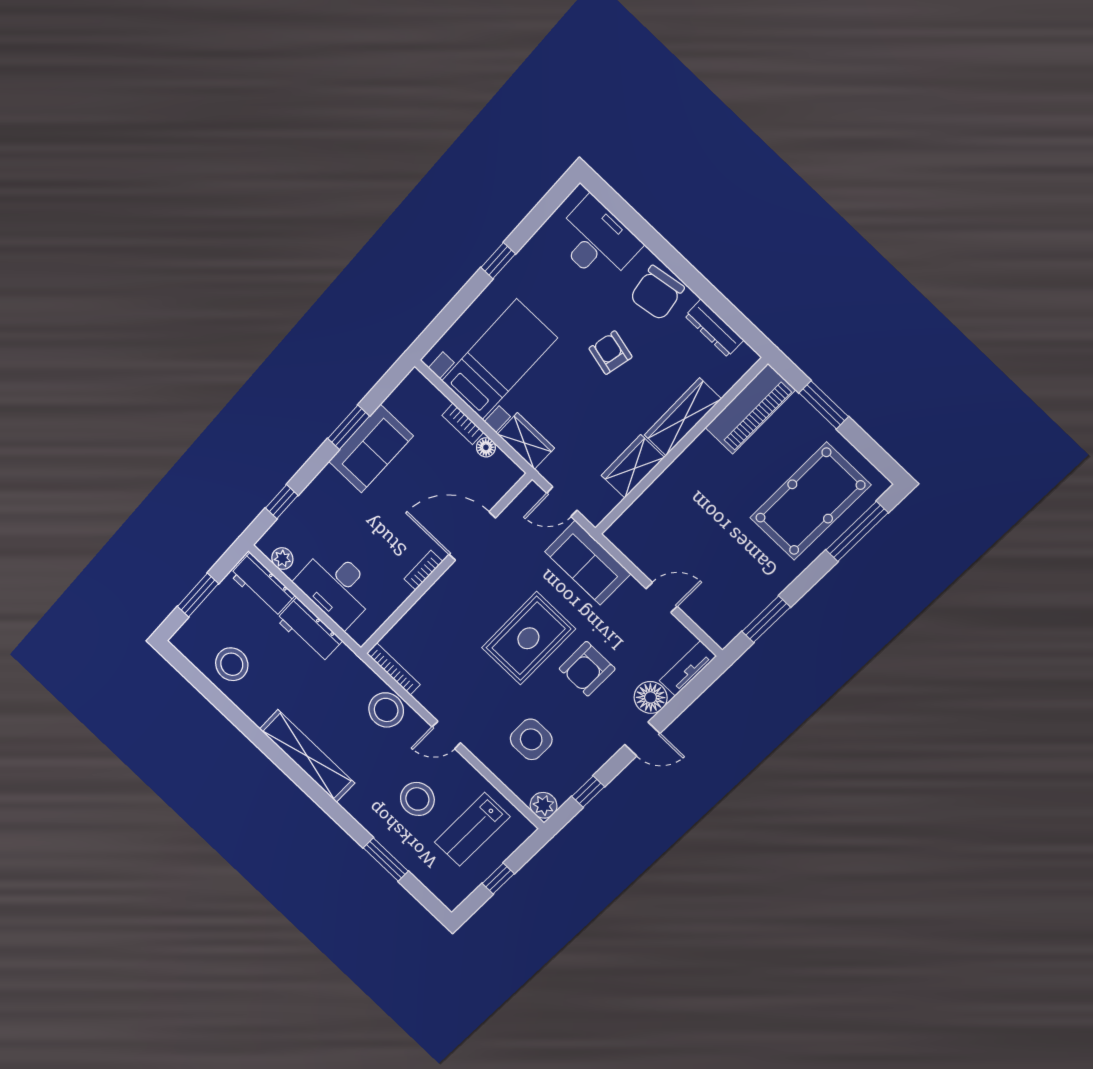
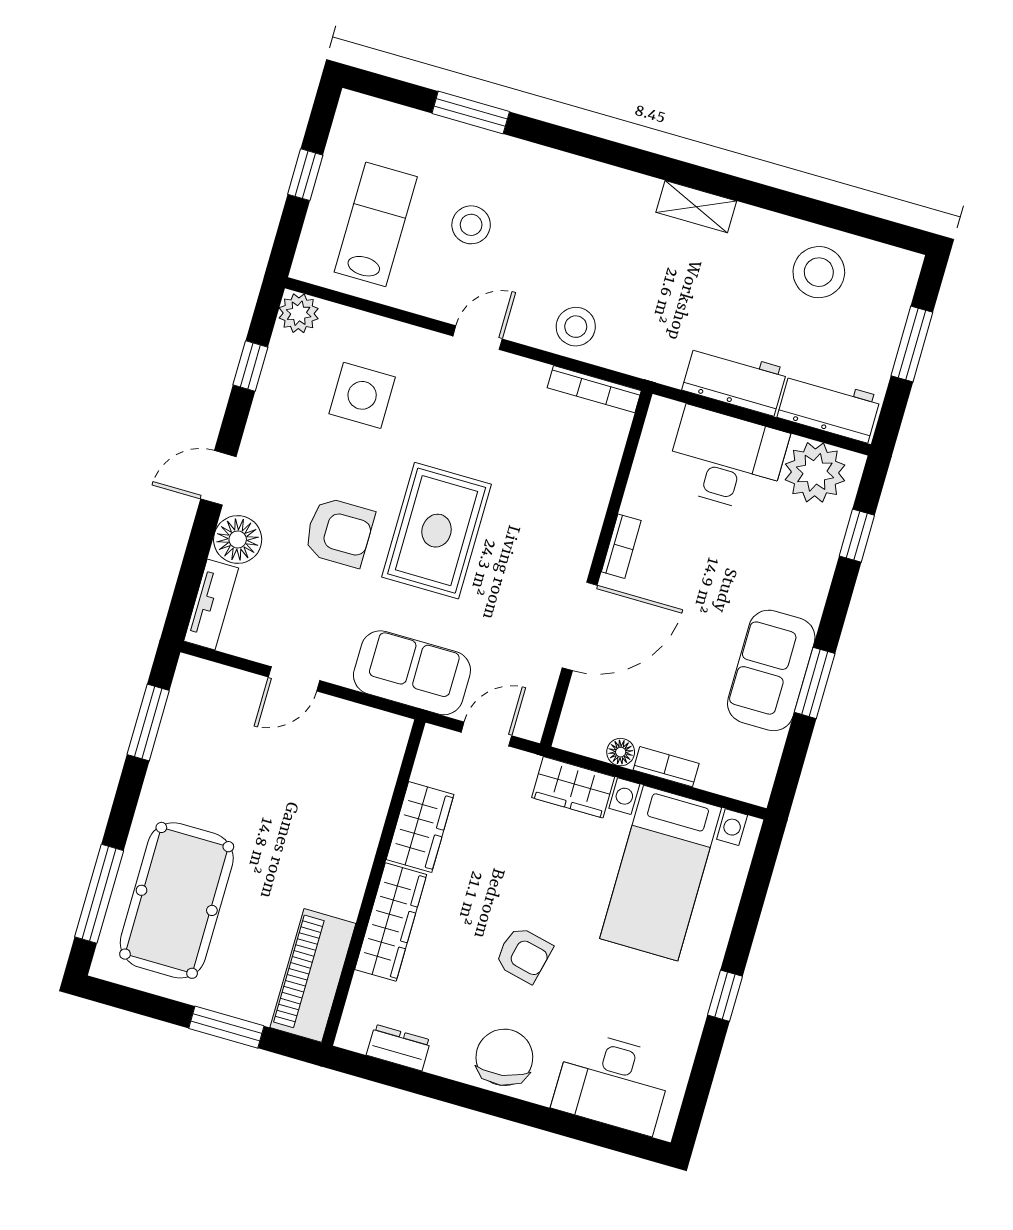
dresser: (714, 328) -> (399, 1048), width x0.70
plant: (282, 559) -> (815, 472), width x1.88, depth x1.88
armchair: (587, 669) -> (339, 532), turned 90
stool: (386, 710) -> (576, 327), width x0.73, depth x0.73
shelving: (307, 756) -> (696, 207), width x0.45, depth x0.75
stool: (417, 799) -> (471, 225), width x0.73, depth x0.73

